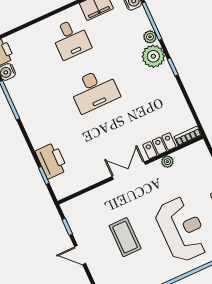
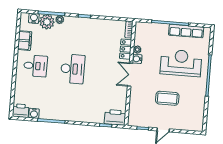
plant: (153, 56) -> (47, 22), moved
printer: (51, 161) -> (115, 117), moved
water cooler: (155, 168) -> (137, 59), added

